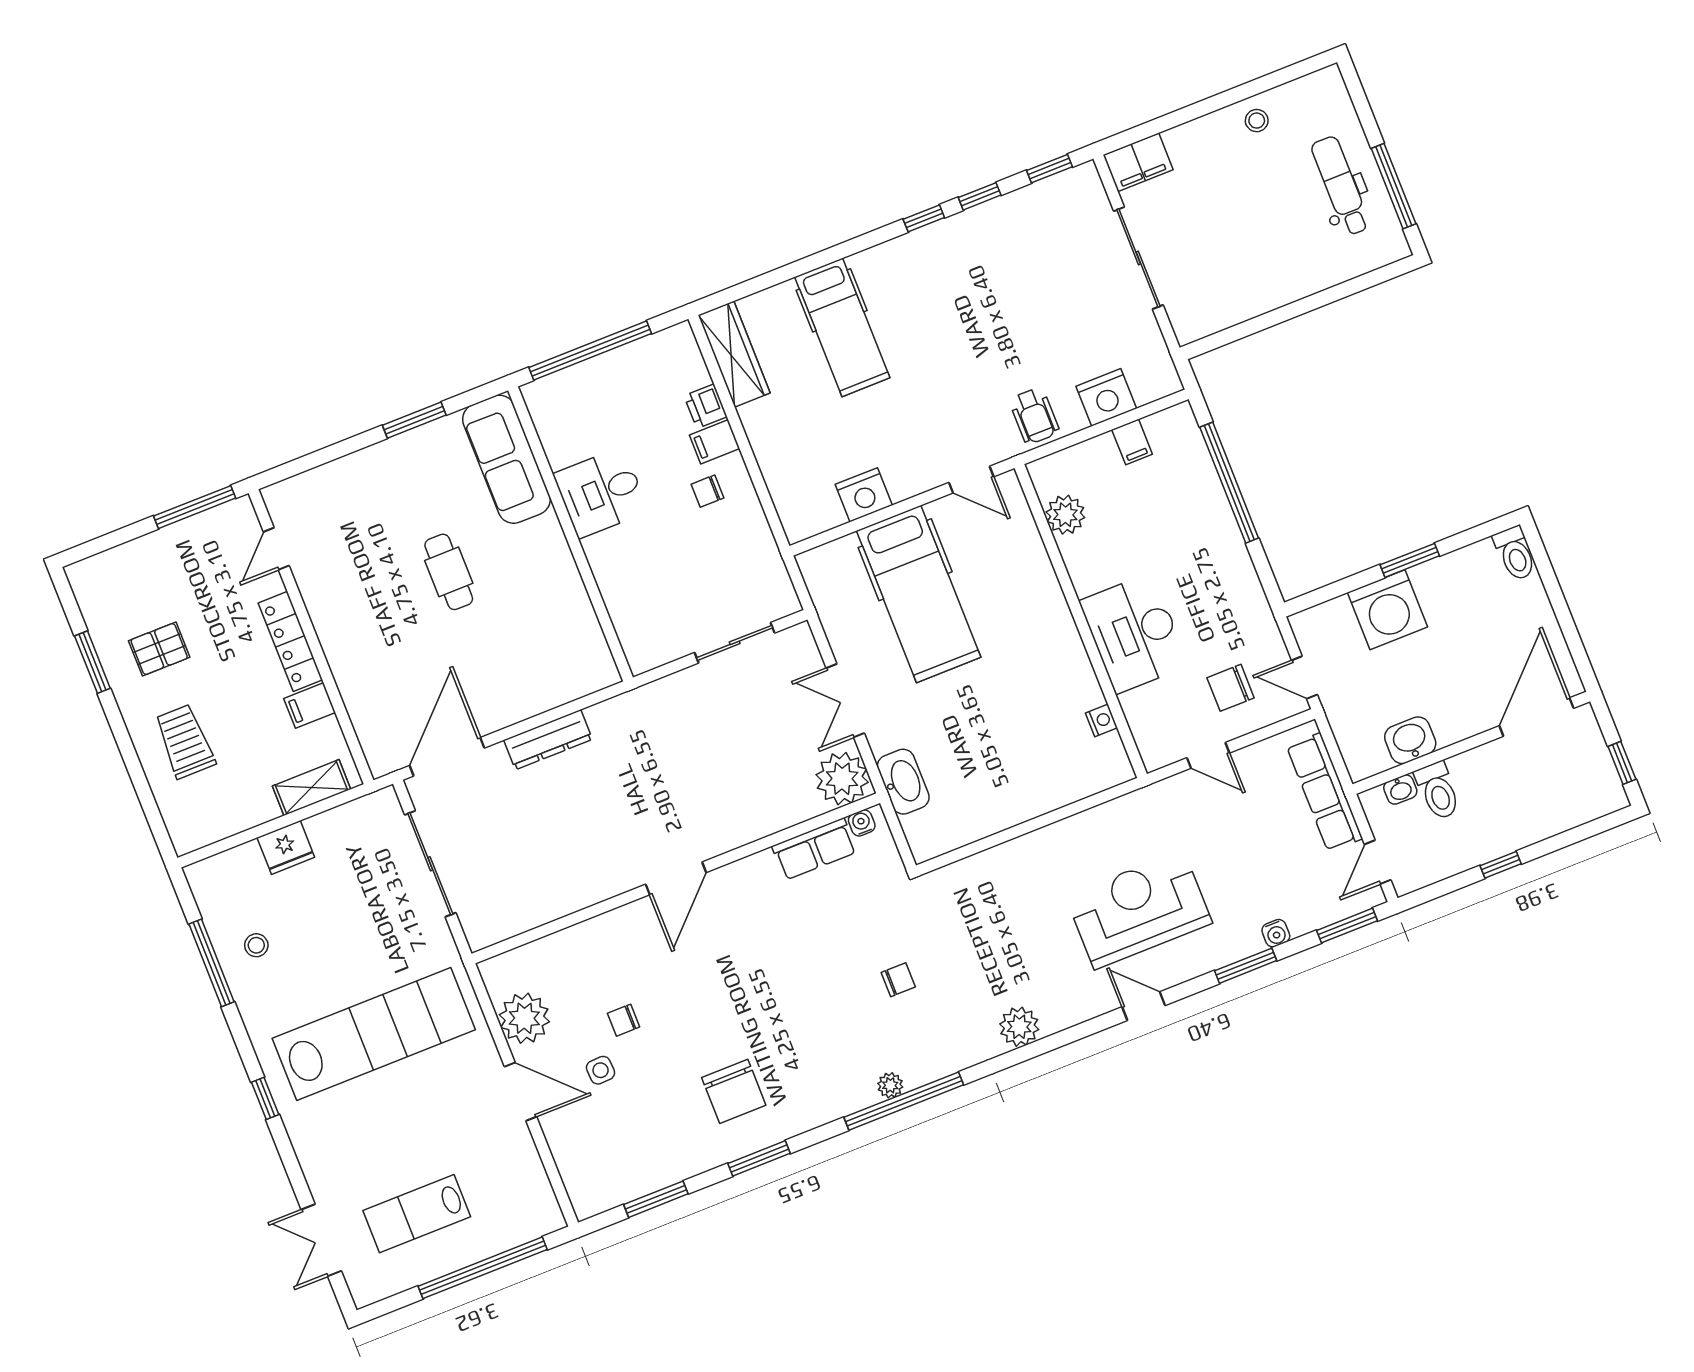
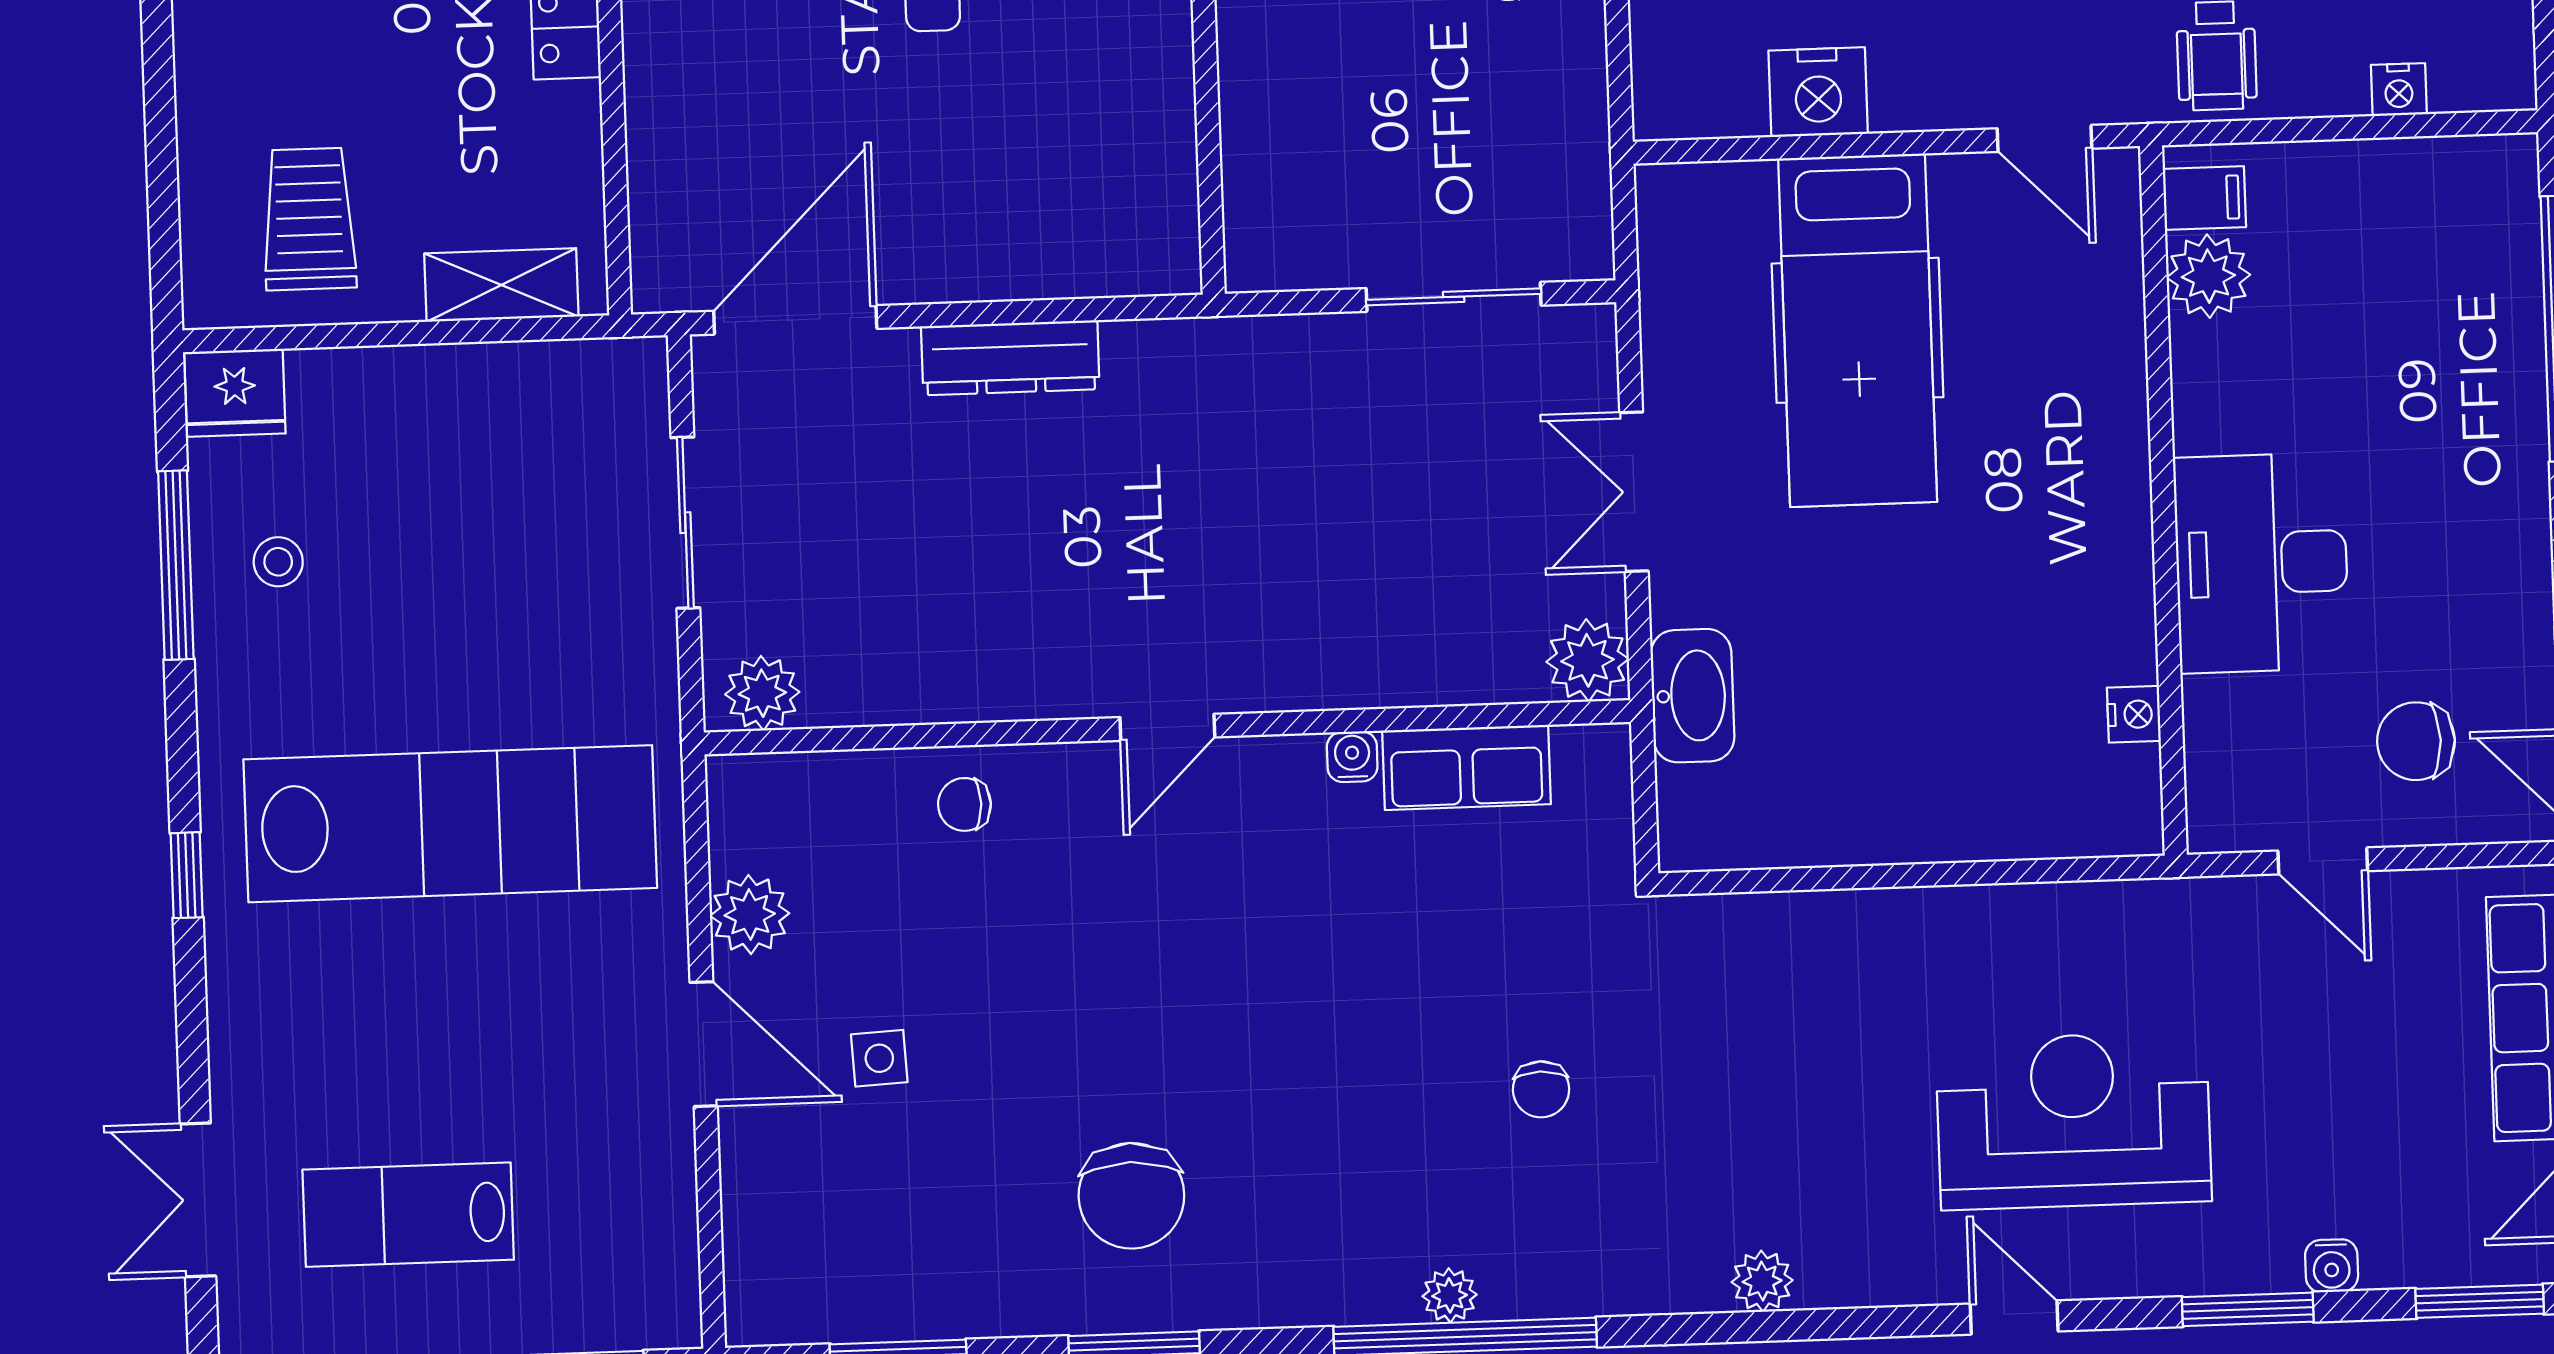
nightstand: (1106, 397) -> (2399, 90), width x0.53, depth x0.56
filing cabinet: (1132, 442) -> (2204, 198), moved, turned -90
filing cabinet: (310, 705) -> (557, 119), removed
trolley: (185, 741) -> (309, 219), moved
plant: (842, 779) -> (1588, 660), width x0.73, depth x0.73
water cooler: (862, 823) -> (1352, 757), moved
fridge: (286, 847) -> (235, 393), moved
sliding door: (430, 864) -> (685, 523), width x0.73
door: (676, 878) -> (1167, 727), width x0.73
plant: (491, 927) -> (762, 693), added
chair: (898, 980) -> (1541, 1089), turned 90
plant: (524, 1018) -> (750, 915), width x0.73, depth x0.73
chair: (624, 1020) -> (964, 804), moved
plant: (1019, 1027) -> (1762, 1281), width x0.73, depth x0.73

